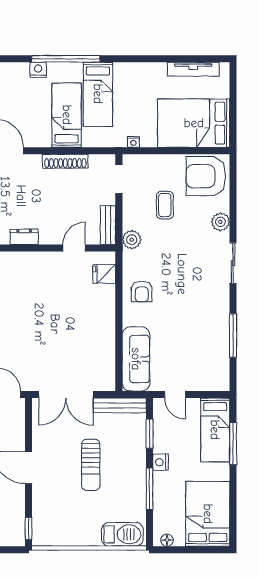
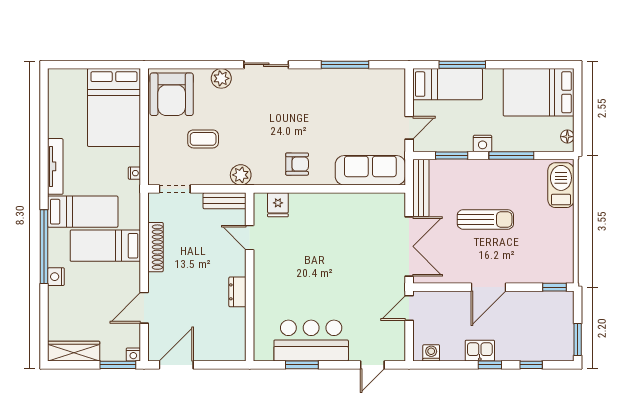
tv unit: (193, 69) -> (55, 166), moved

